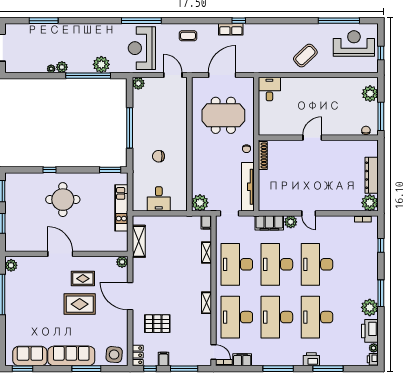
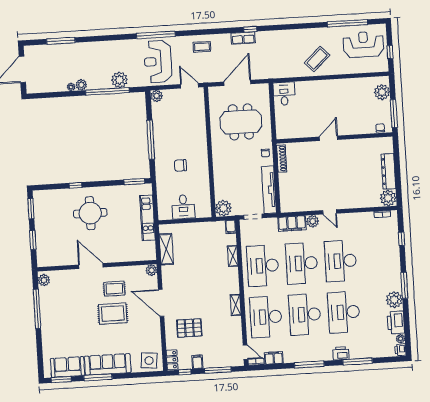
window: (86, 369) -> (98, 377), moved

